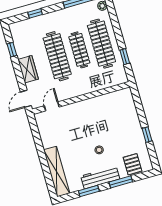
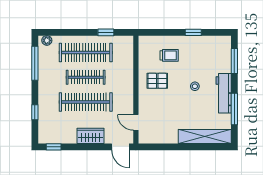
window: (12, 50) -> (54, 147), moved
trolley: (120, 119) -> (169, 55), added
pallet: (133, 164) -> (157, 81), moved
window: (121, 182) -> (234, 61), moved
window: (89, 191) -> (234, 109), width x1.44

